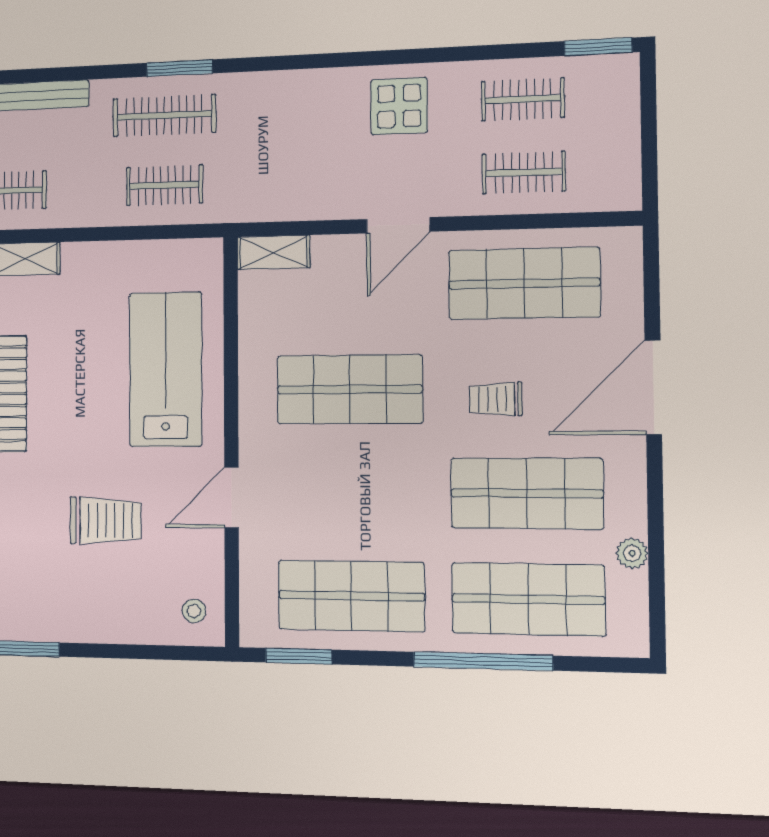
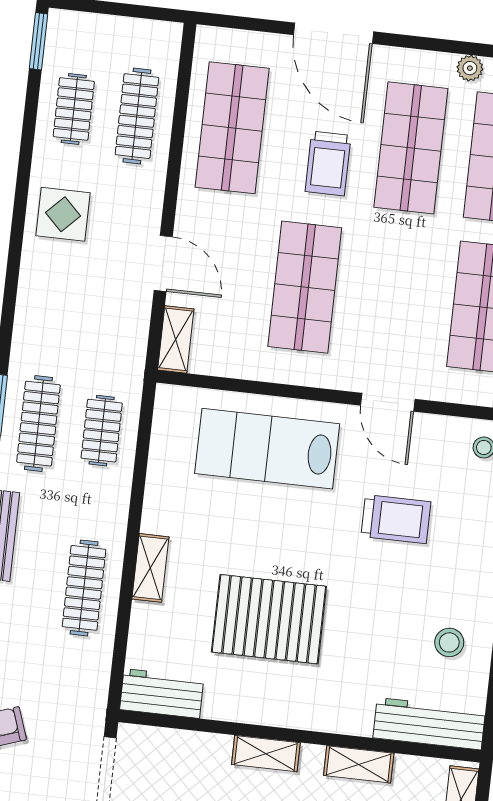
clothes rail: (524, 172) -> (137, 116), width x1.36
door: (398, 225) -> (163, 264), moved
trolley: (496, 399) -> (328, 164), width x1.36, depth x1.39
trolley: (105, 520) -> (396, 519), turned 90

